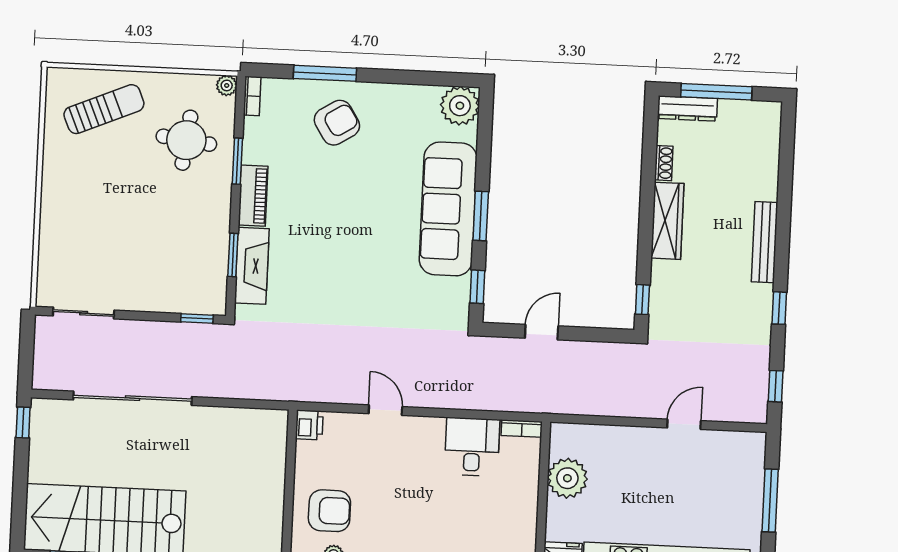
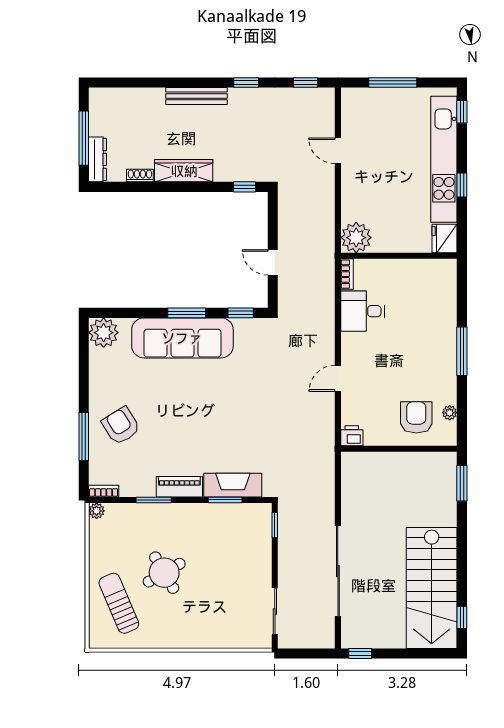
round table: (186, 140) -> (164, 573), moved, turned -37
plant: (567, 478) -> (356, 238), moved

